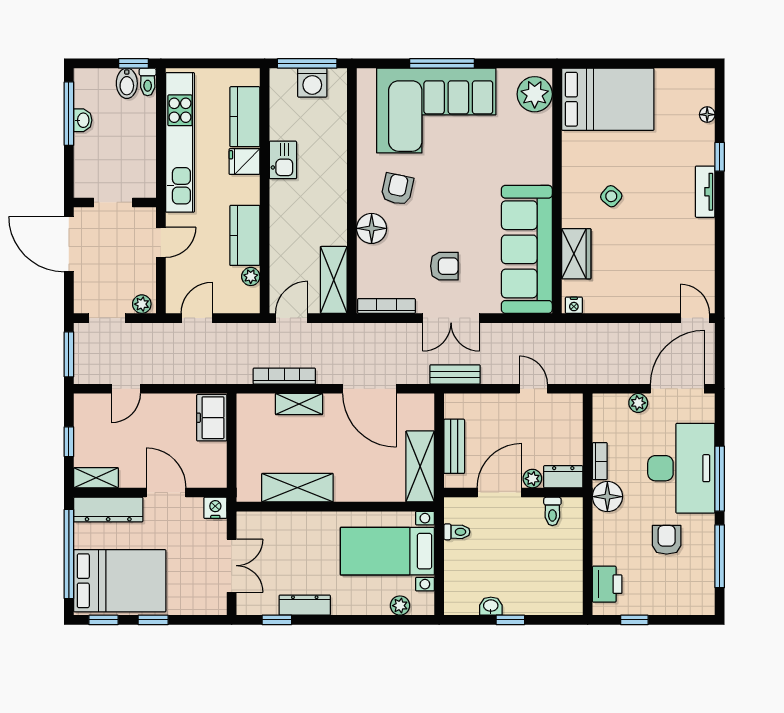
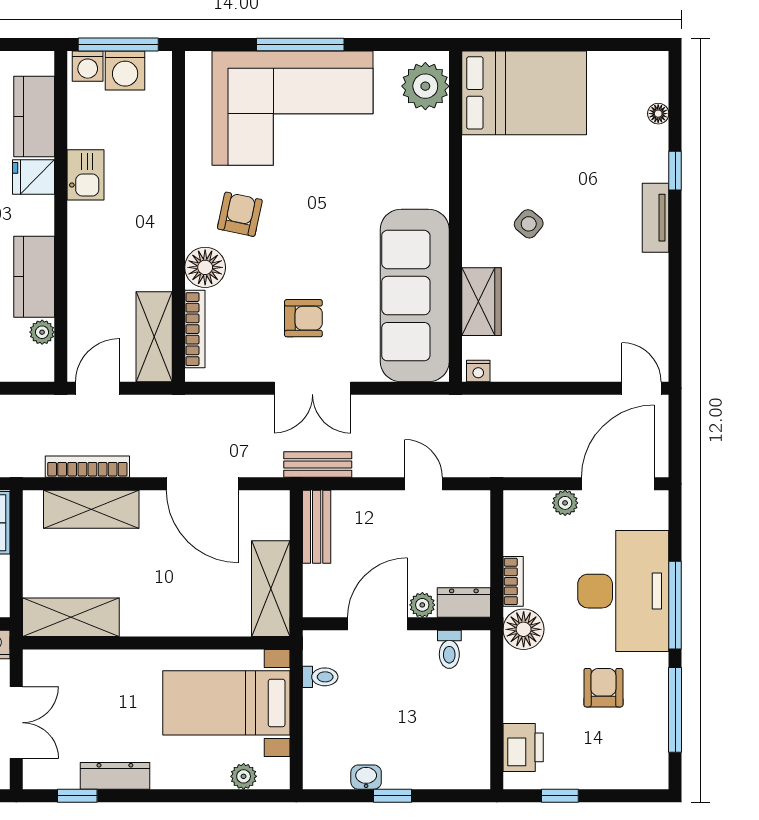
washing machine: (285, 79) -> (88, 66), added
bookcase: (386, 306) -> (195, 329), moved, turned 90
shelving: (299, 404) -> (91, 509), width x1.50, depth x1.33
bench: (454, 446) -> (317, 527), moved
shelving: (297, 488) -> (71, 617), moved

